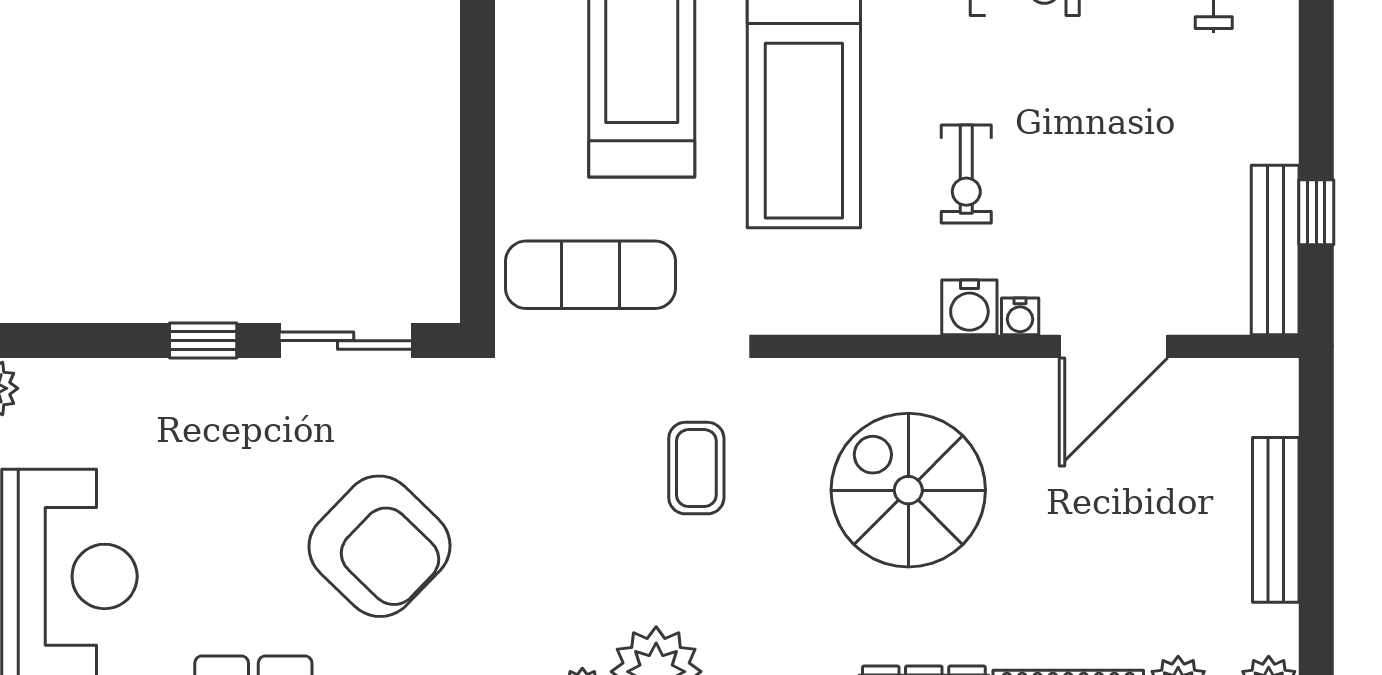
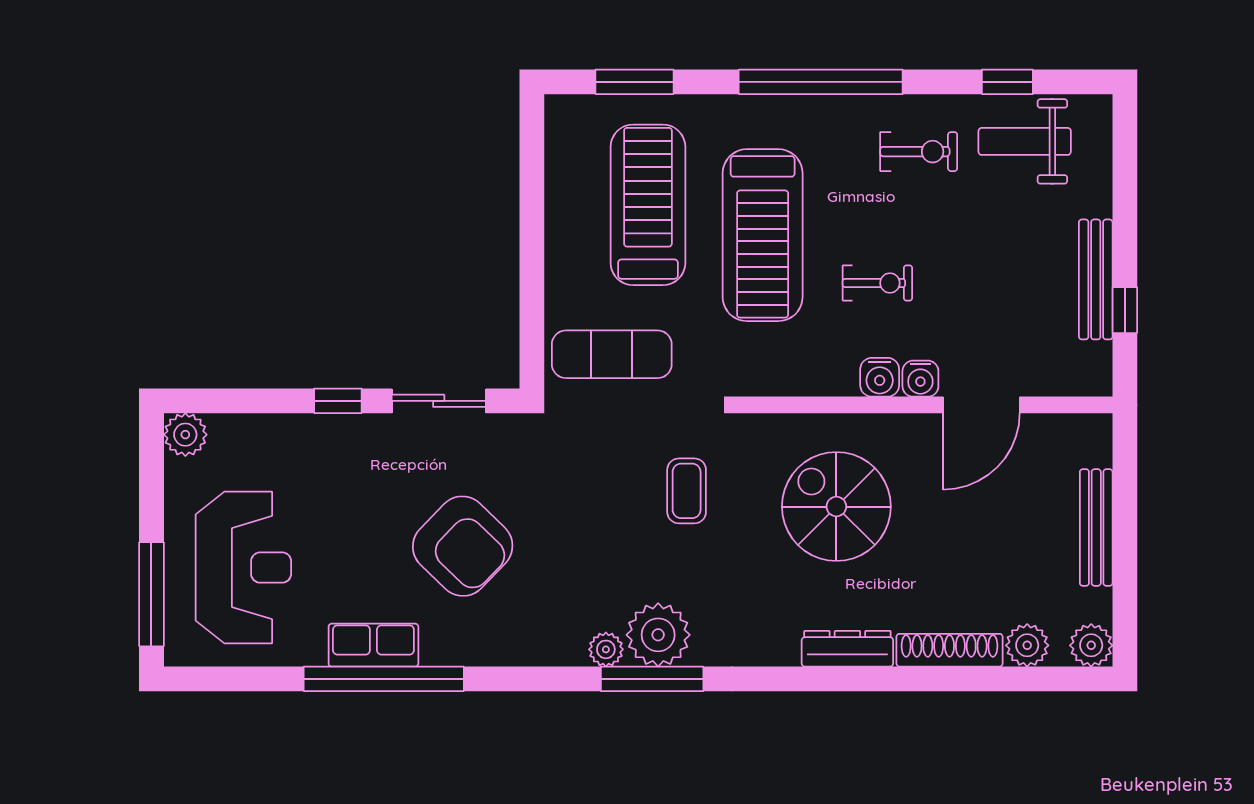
exercise bike: (966, 174) -> (877, 283), turned -90
bench: (1275, 250) -> (1096, 279), moved
water cooler: (1020, 316) -> (920, 379), width x1.38, depth x1.38

